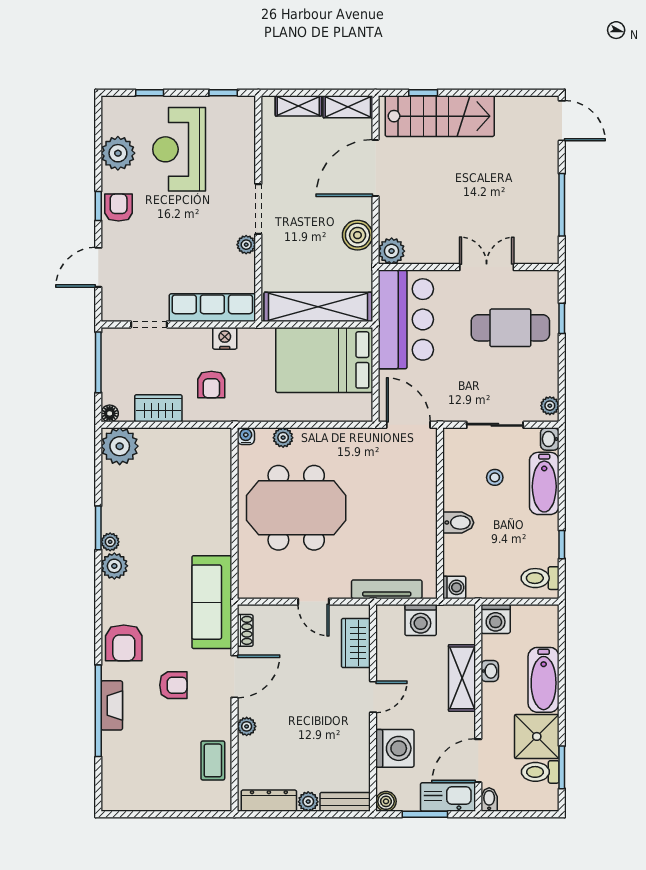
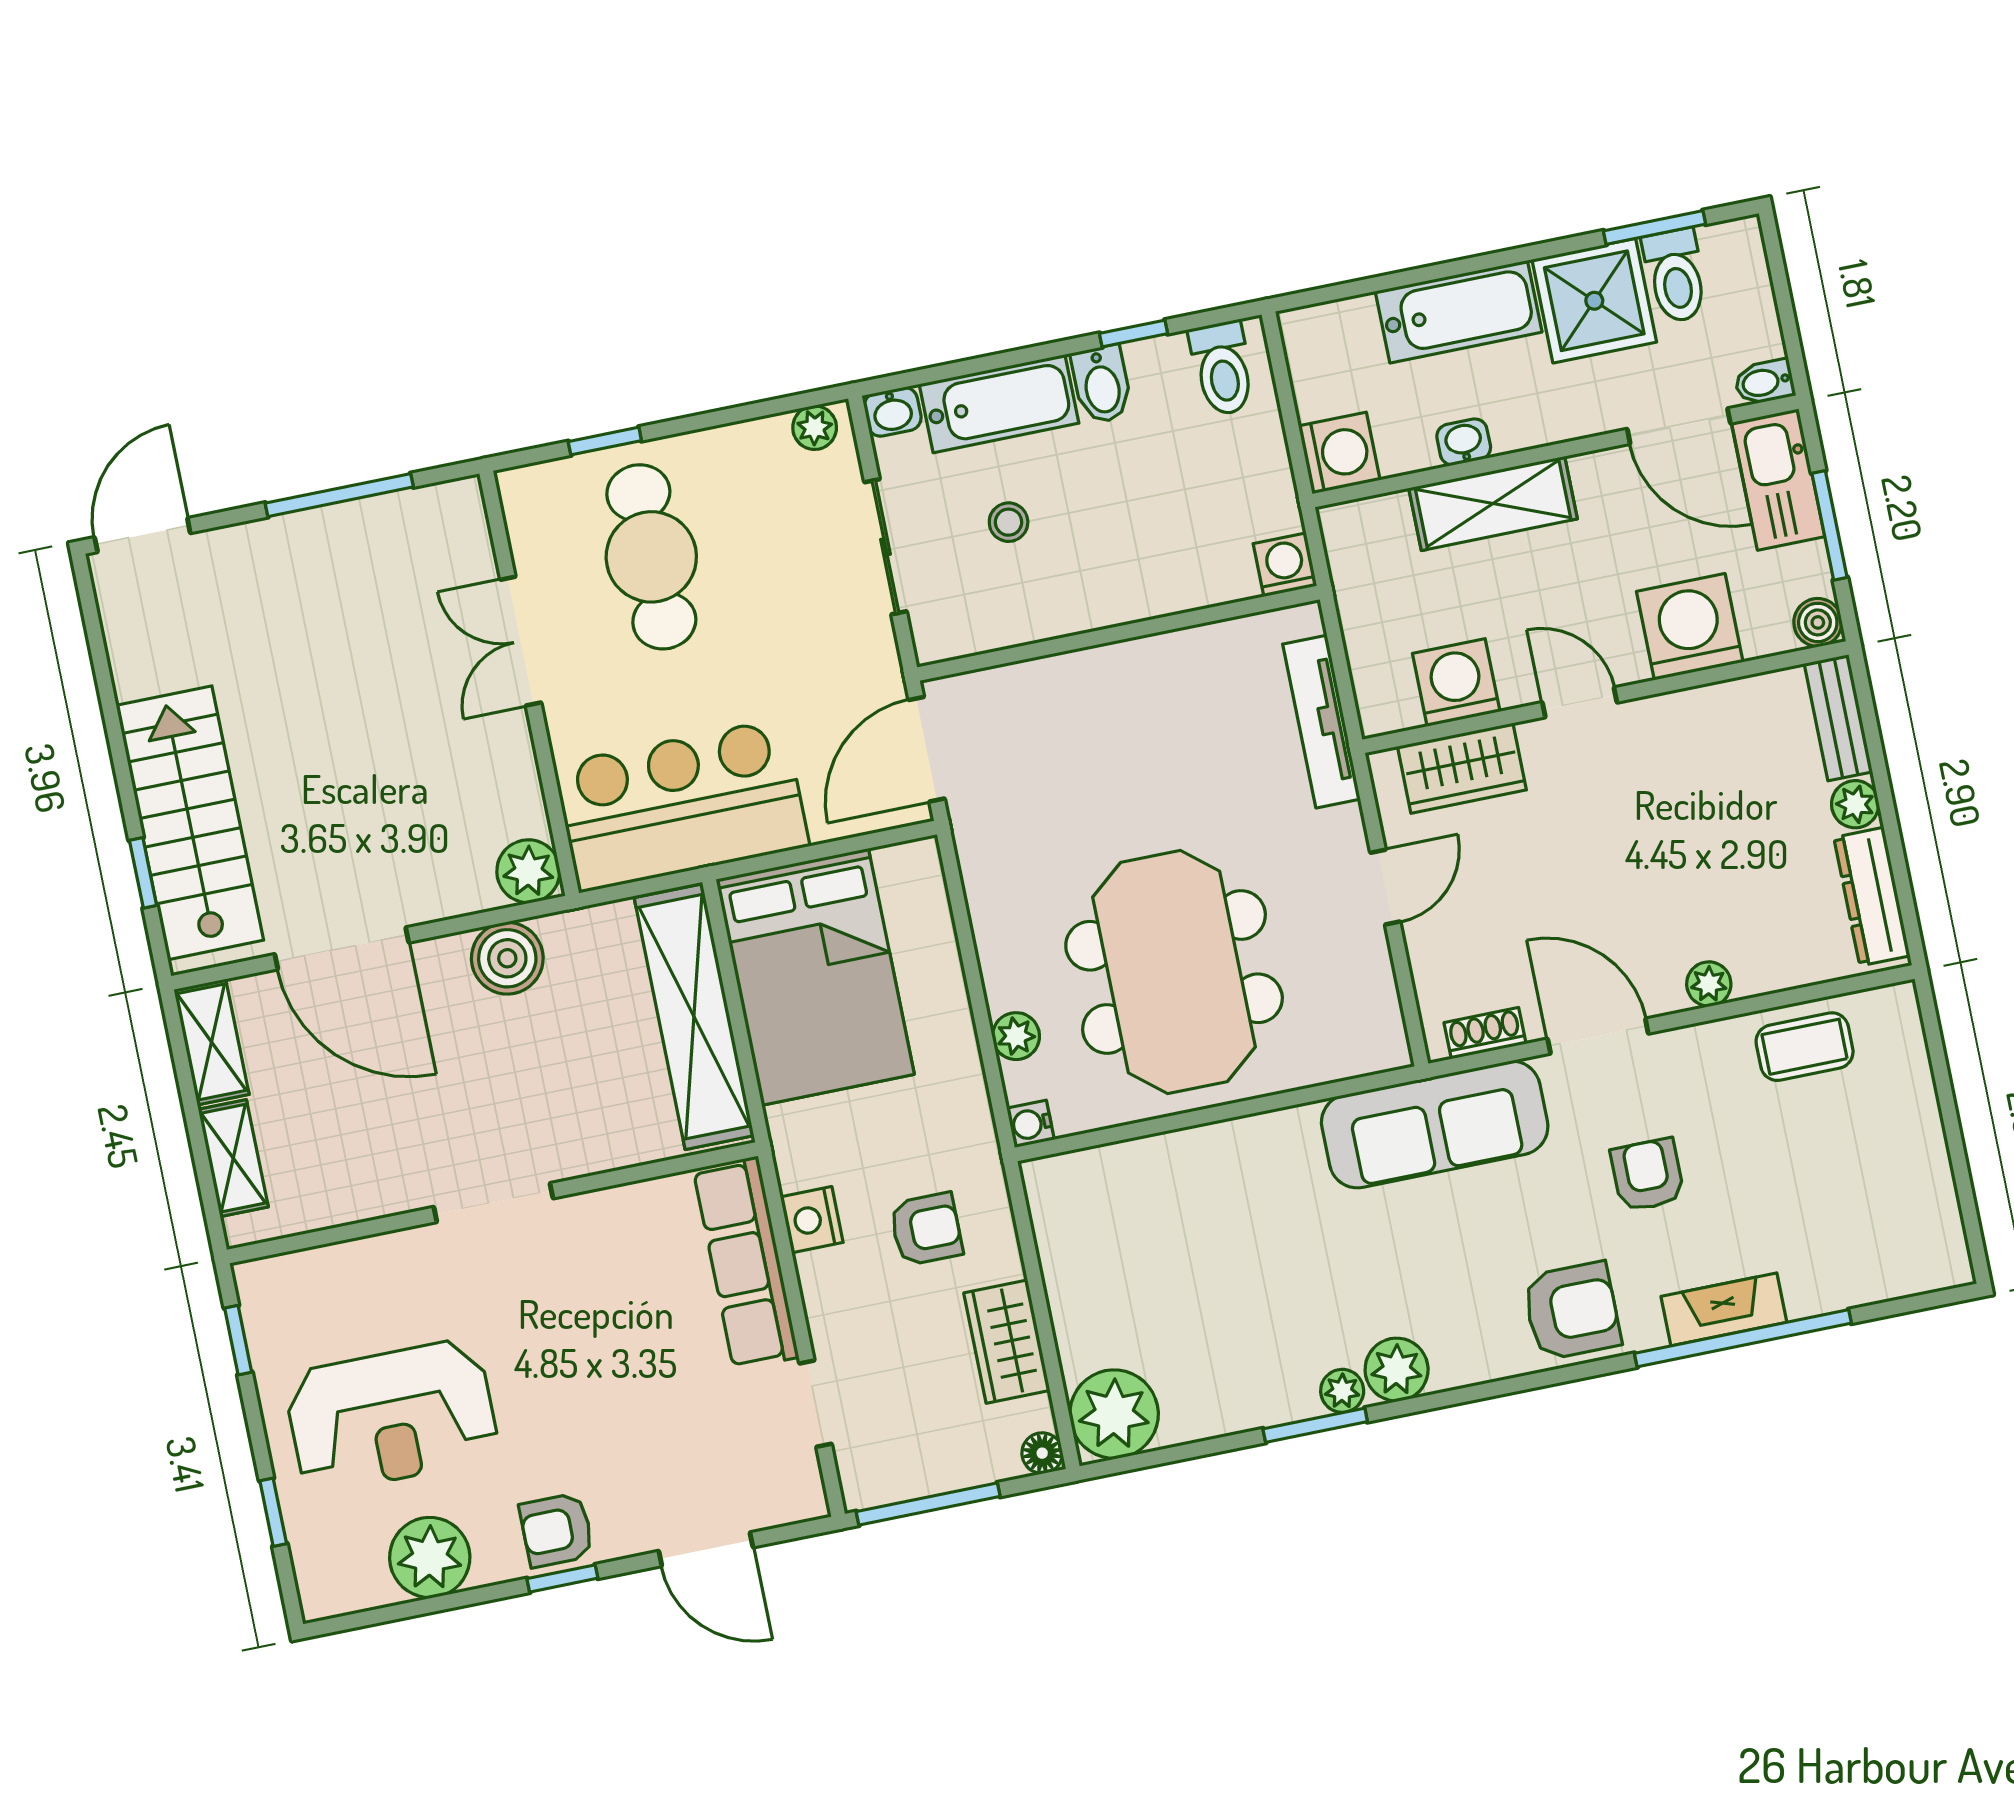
plant: (246, 245) -> (582, 1214), removed
bidet: (458, 523) -> (1102, 384), moved, turned 180
washing machine: (421, 620) -> (1456, 683), moved, turned -90

